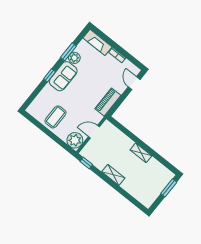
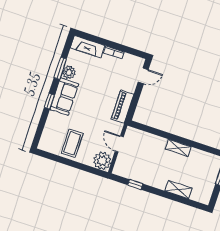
door: (134, 83) -> (143, 76), swing flipped
door: (94, 132) -> (119, 144), hinge flipped
window: (86, 163) -> (135, 184), moved
shelving: (113, 175) -> (179, 190), moved

